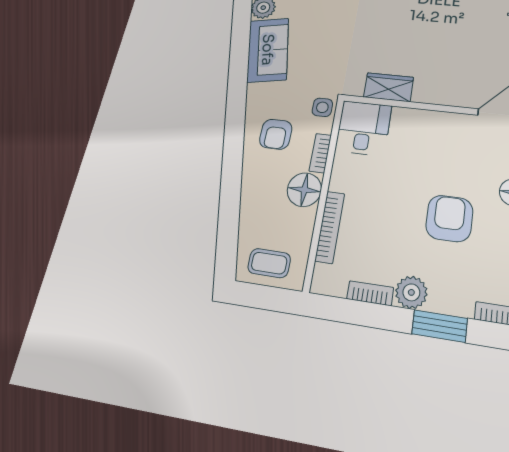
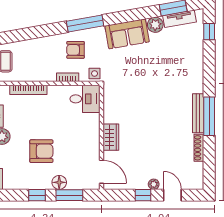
wardrobe: (389, 87) -> (111, 137), moved
window: (235, 113) -> (85, 24), added
floor lamp: (304, 190) -> (46, 72), removed

